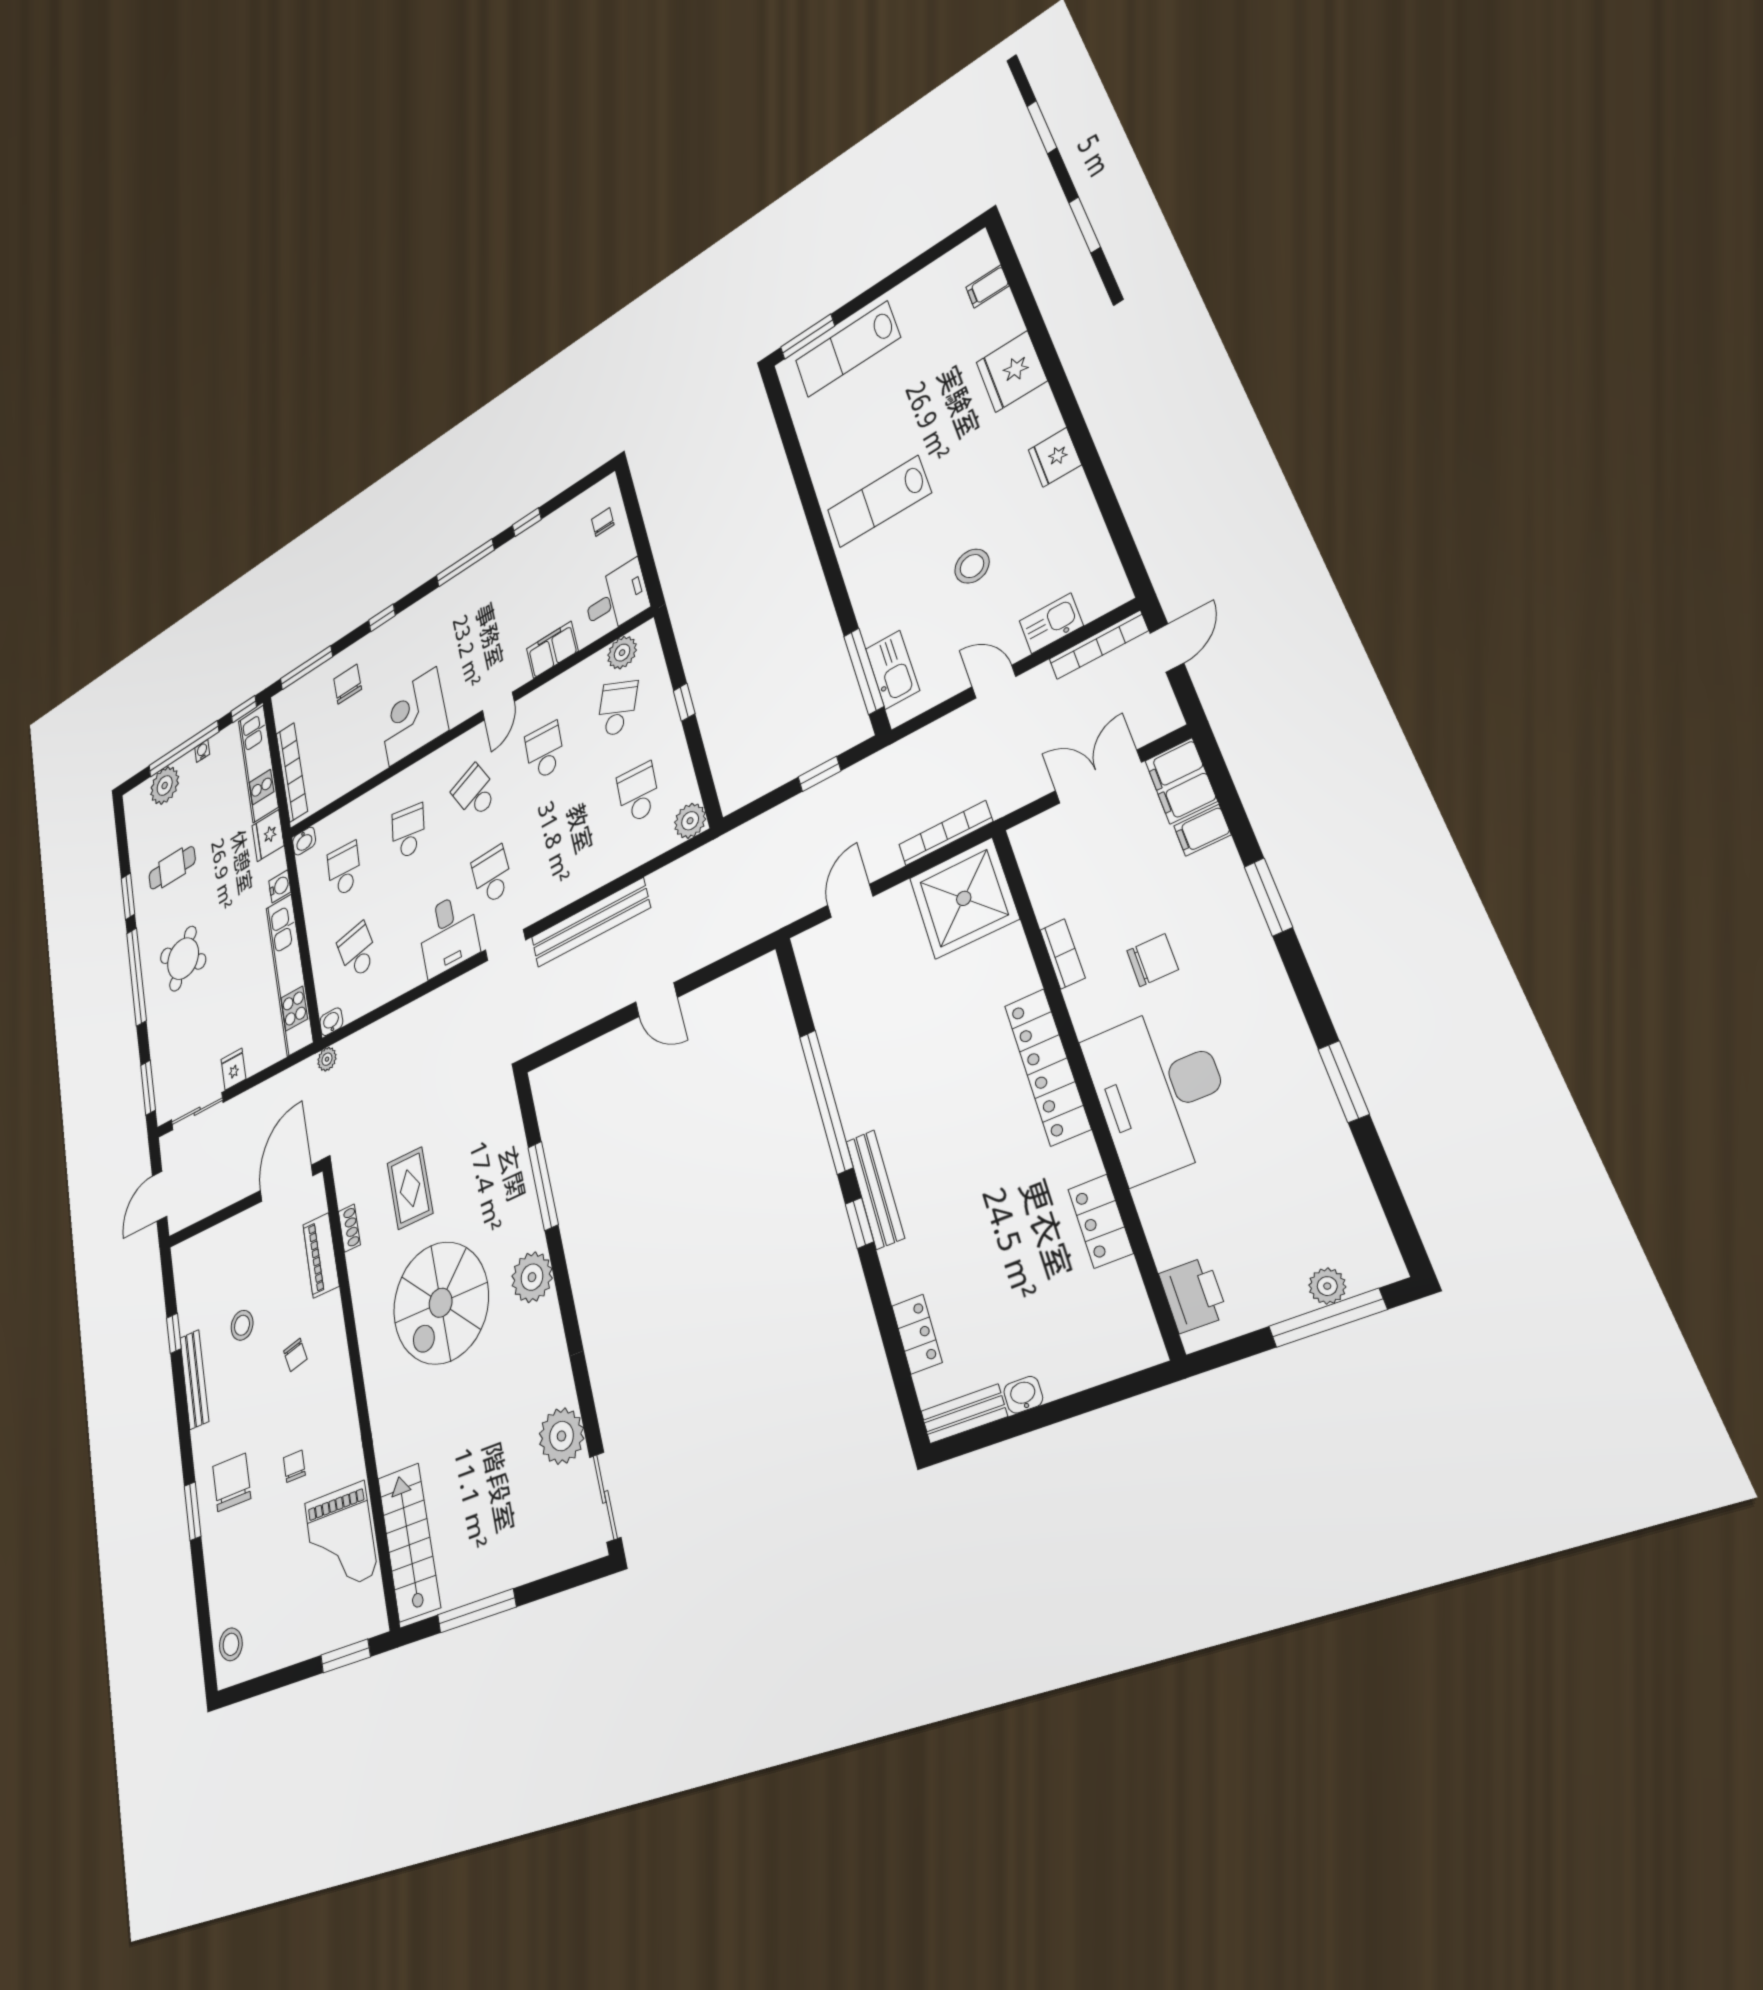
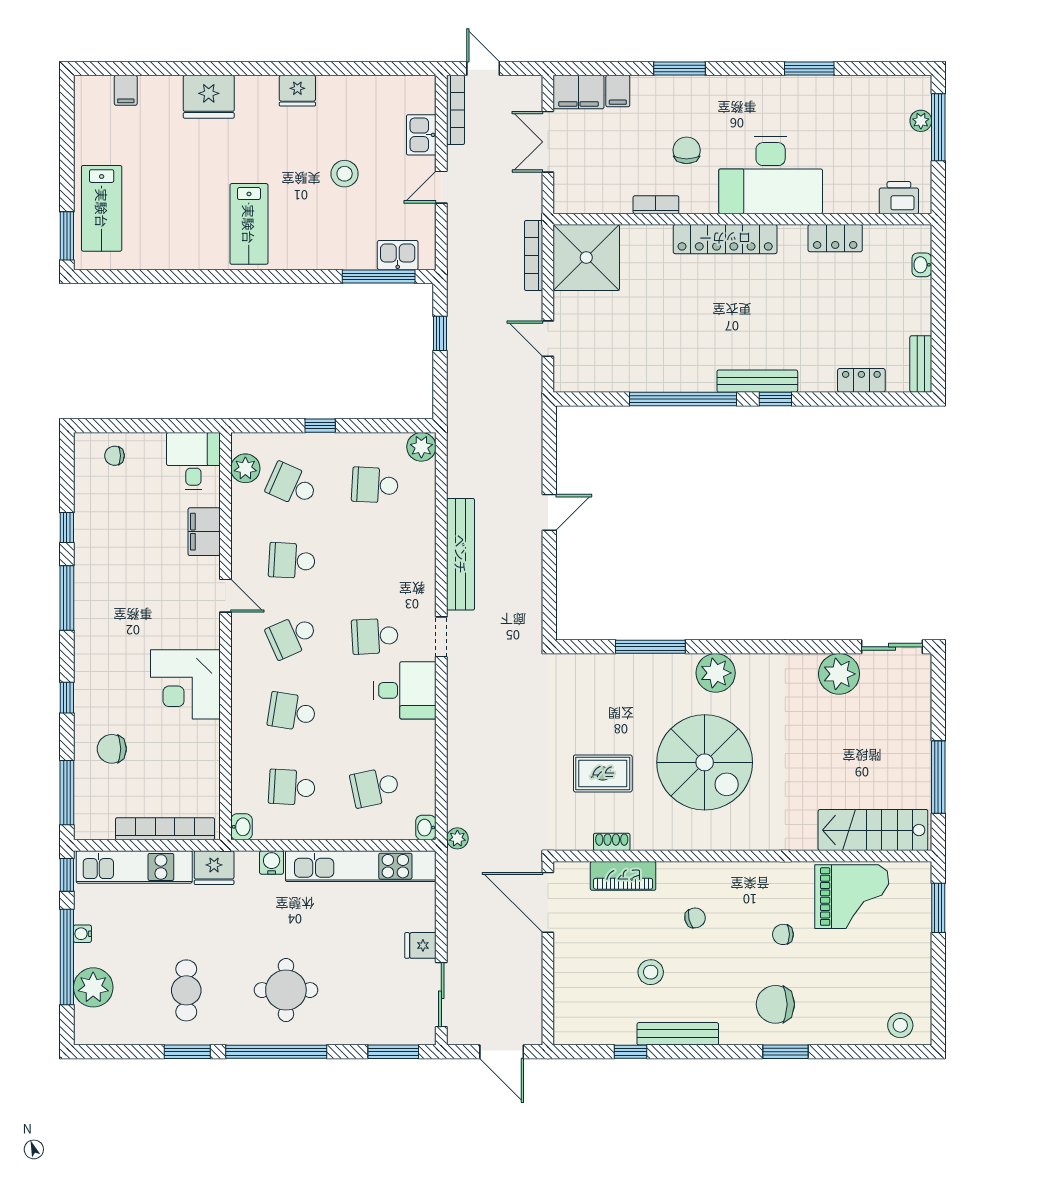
kitchen sink: (892, 670) -> (398, 255), width x0.73
round table: (183, 959) -> (286, 990), turned -32
washbasin: (1023, 1395) -> (922, 265), moved

